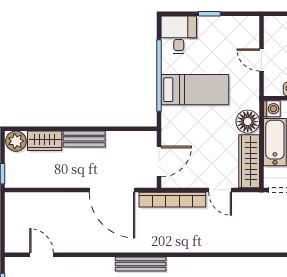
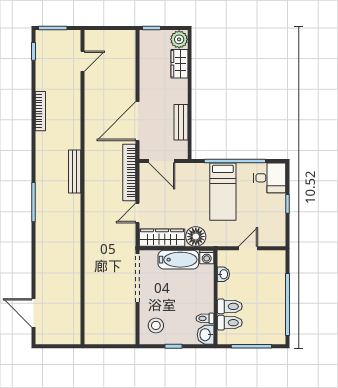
bench: (84, 139) -> (181, 122), moved
bench: (141, 264) -> (75, 172), moved

